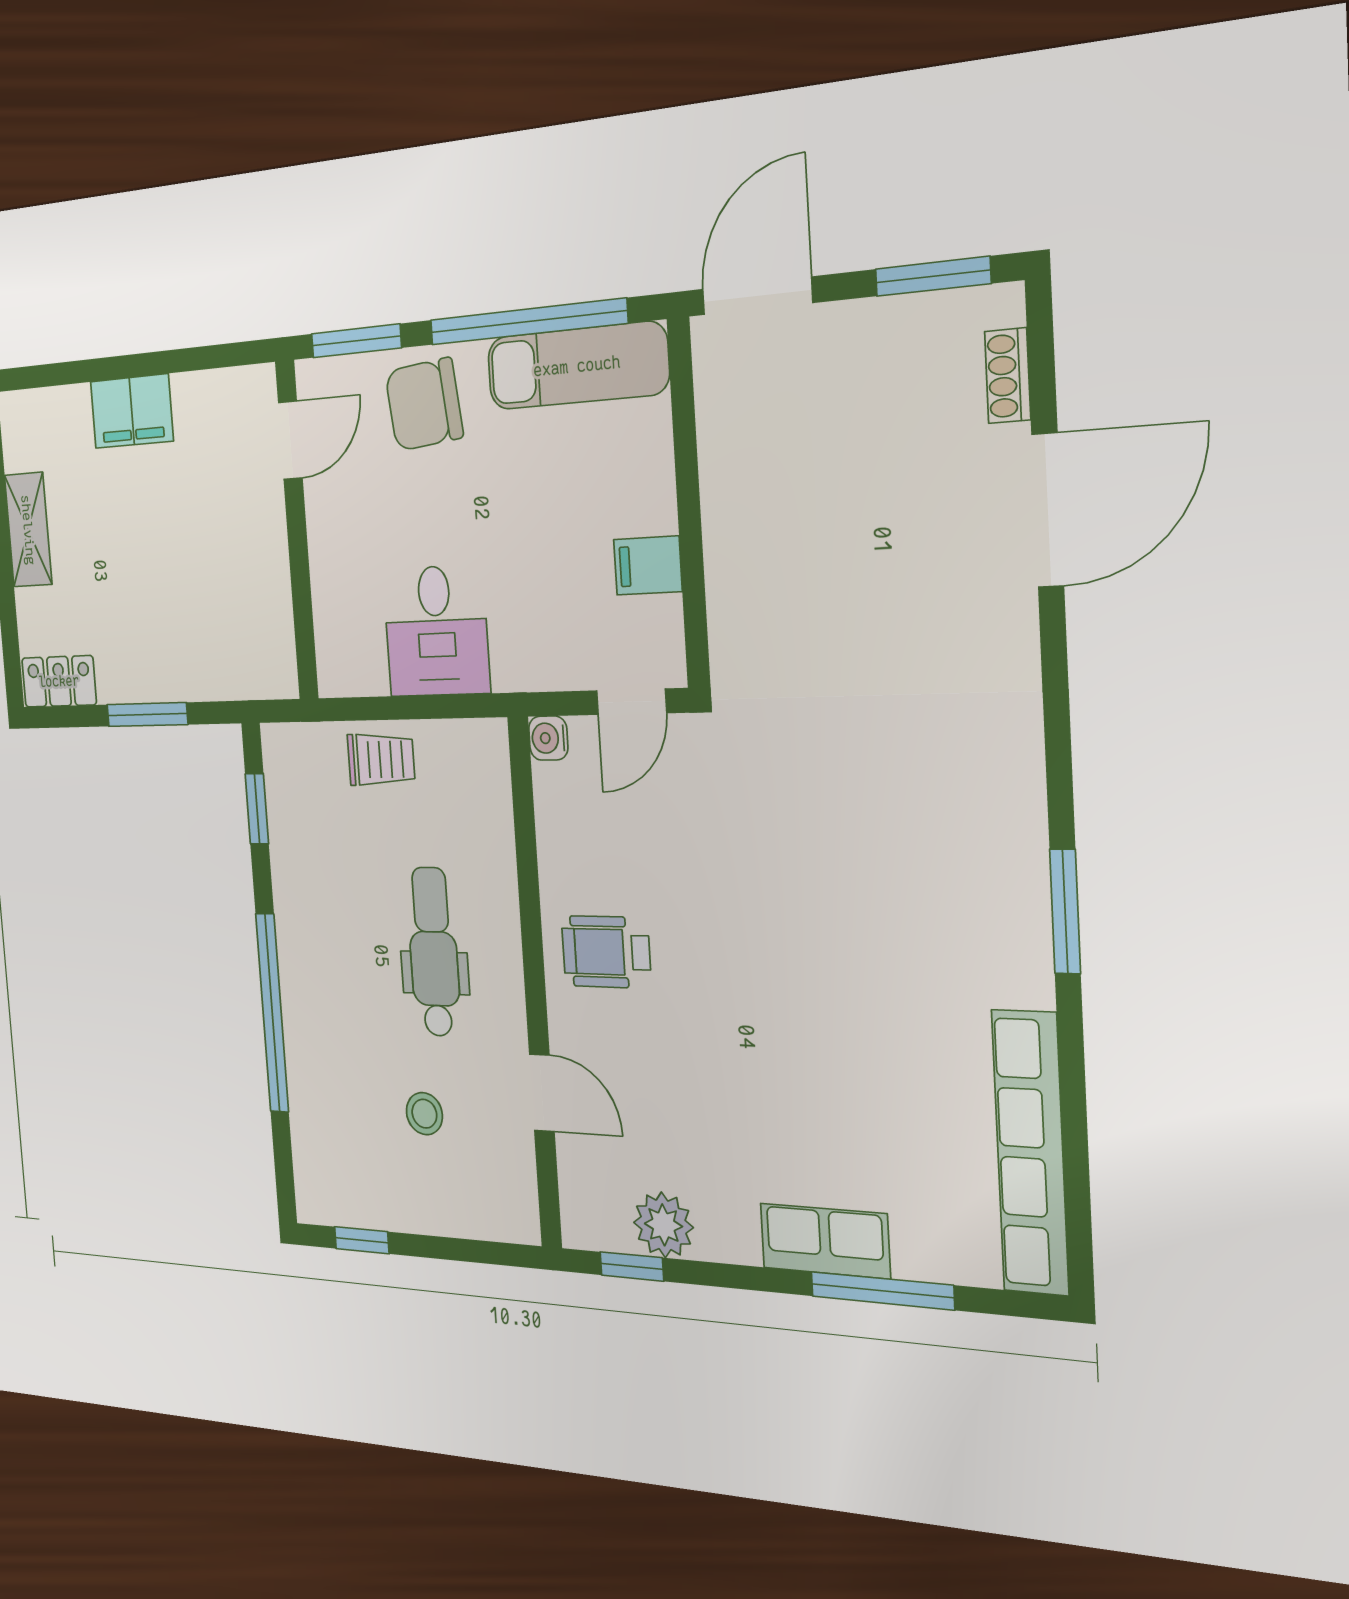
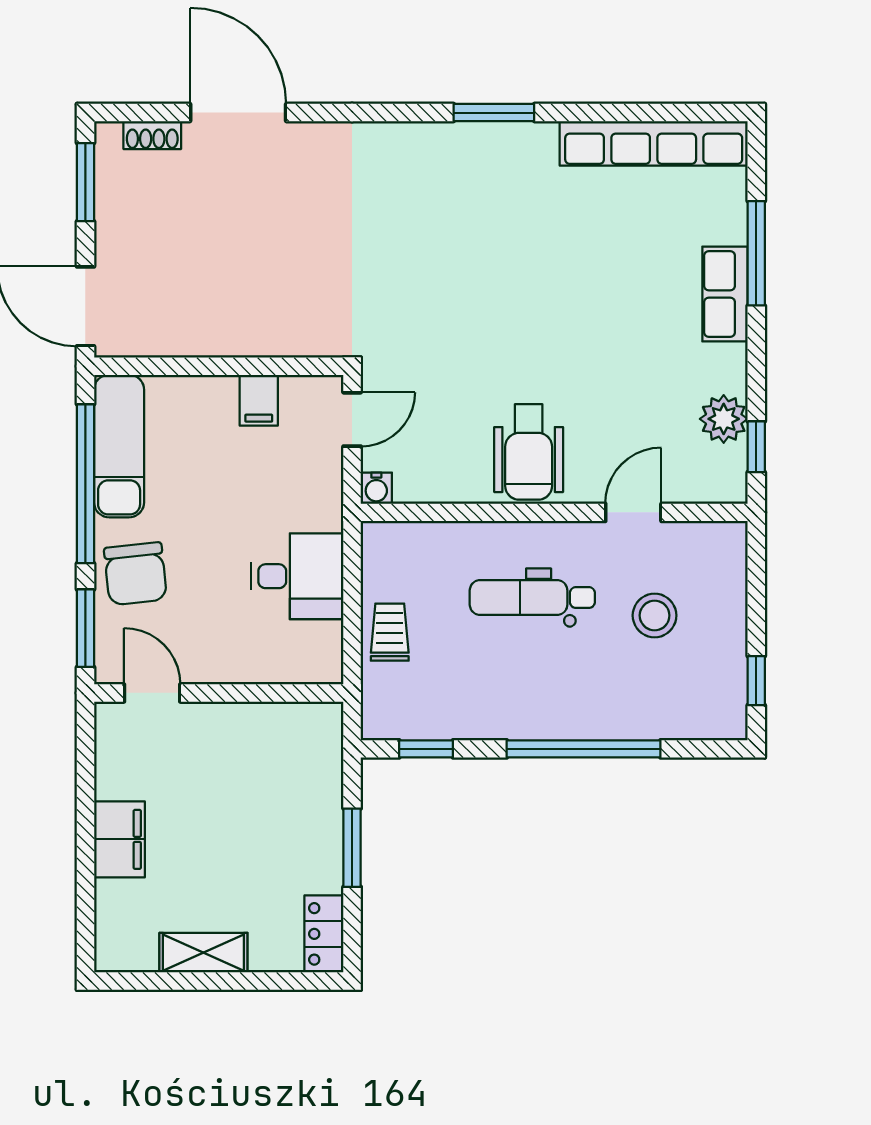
door: (631, 702) -> (352, 419), hinge flipped
wheelchair: (606, 952) -> (529, 452), width x1.36, depth x1.37
stool: (424, 1114) -> (655, 615), width x1.37, depth x1.37

